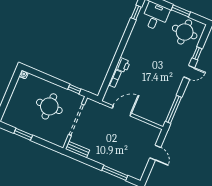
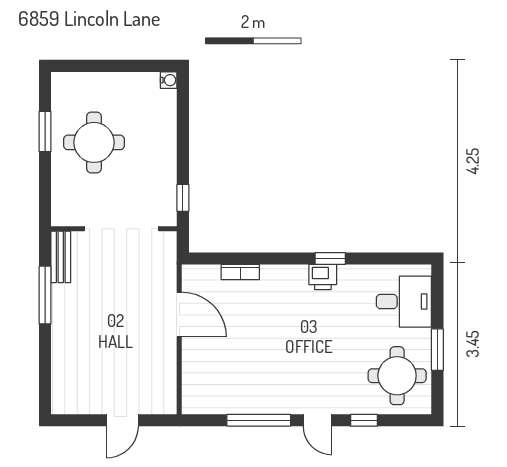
window: (136, 12) -> (330, 259), moved
printer: (123, 65) -> (323, 277), moved
round table: (49, 106) -> (94, 142), moved
window: (173, 109) -> (259, 420), moved
window: (115, 173) -> (45, 295), moved

